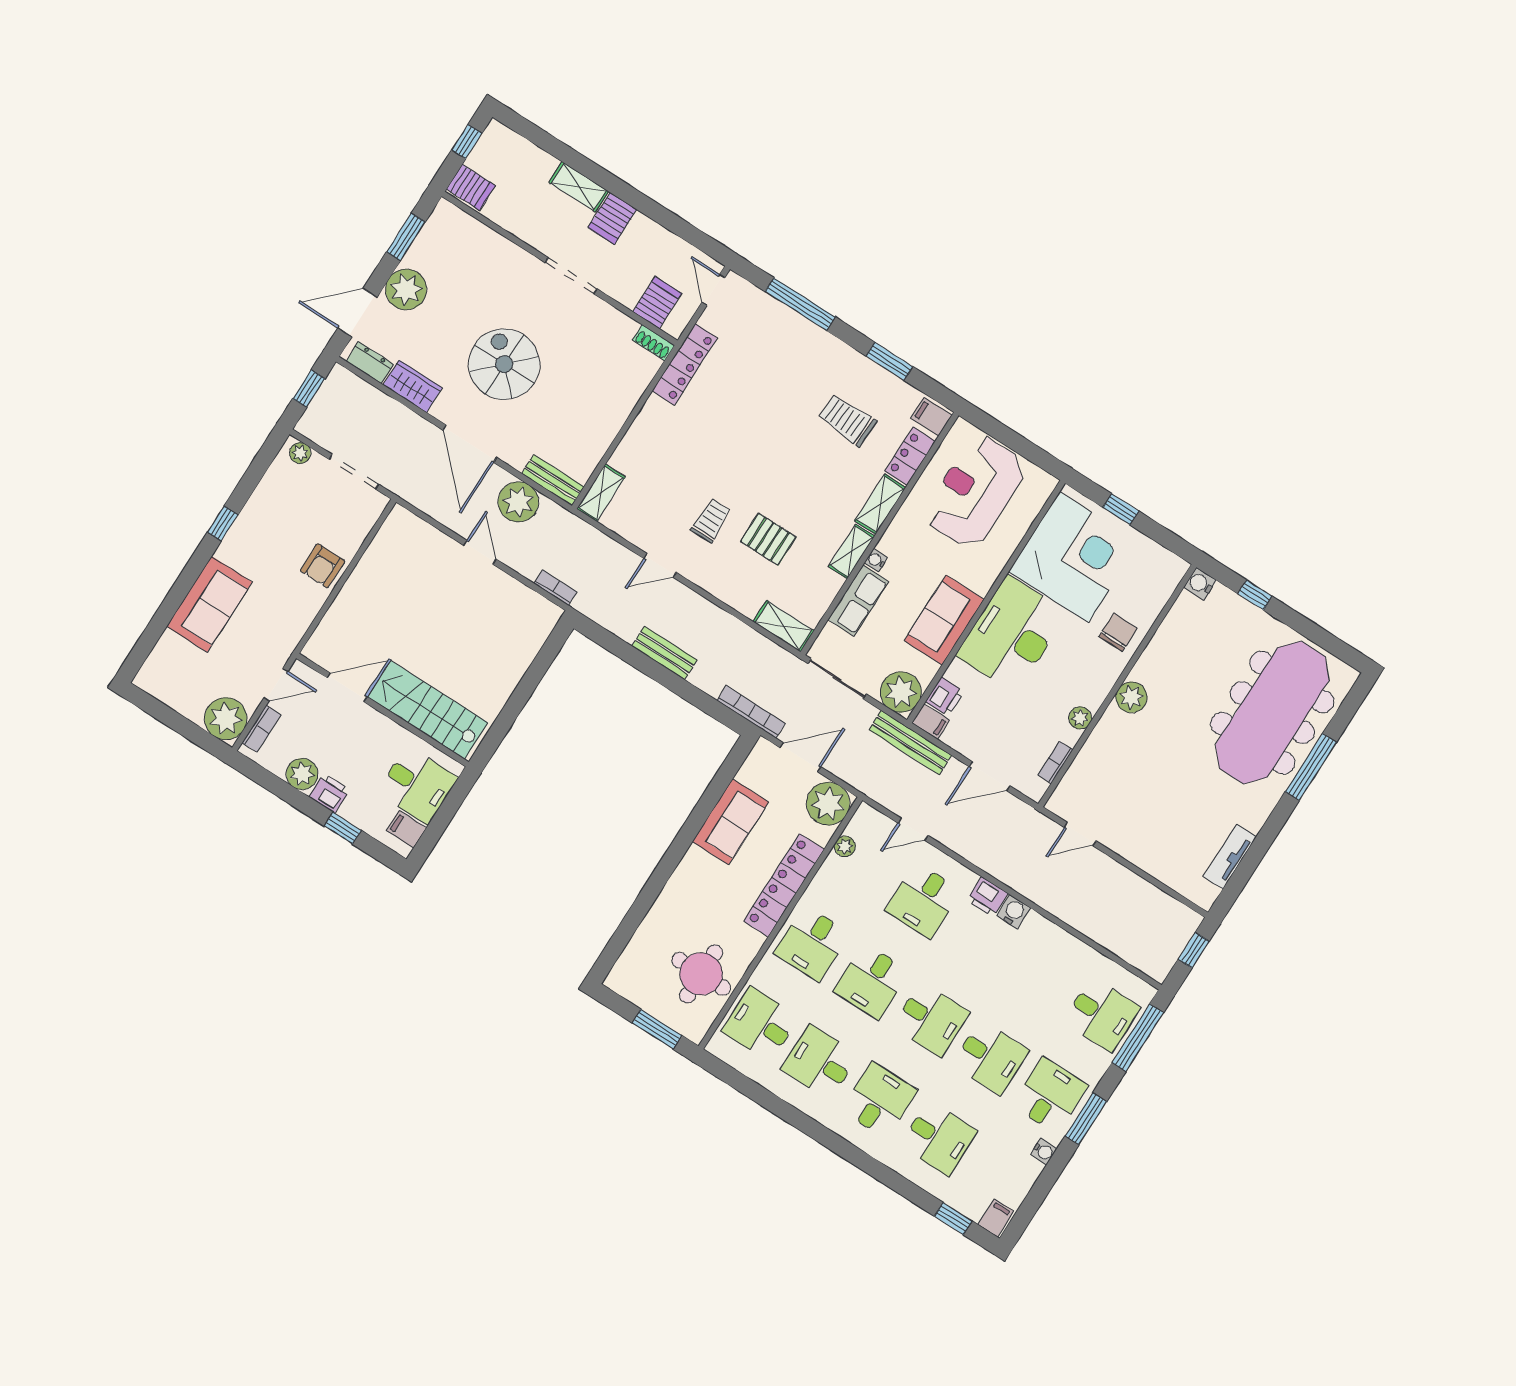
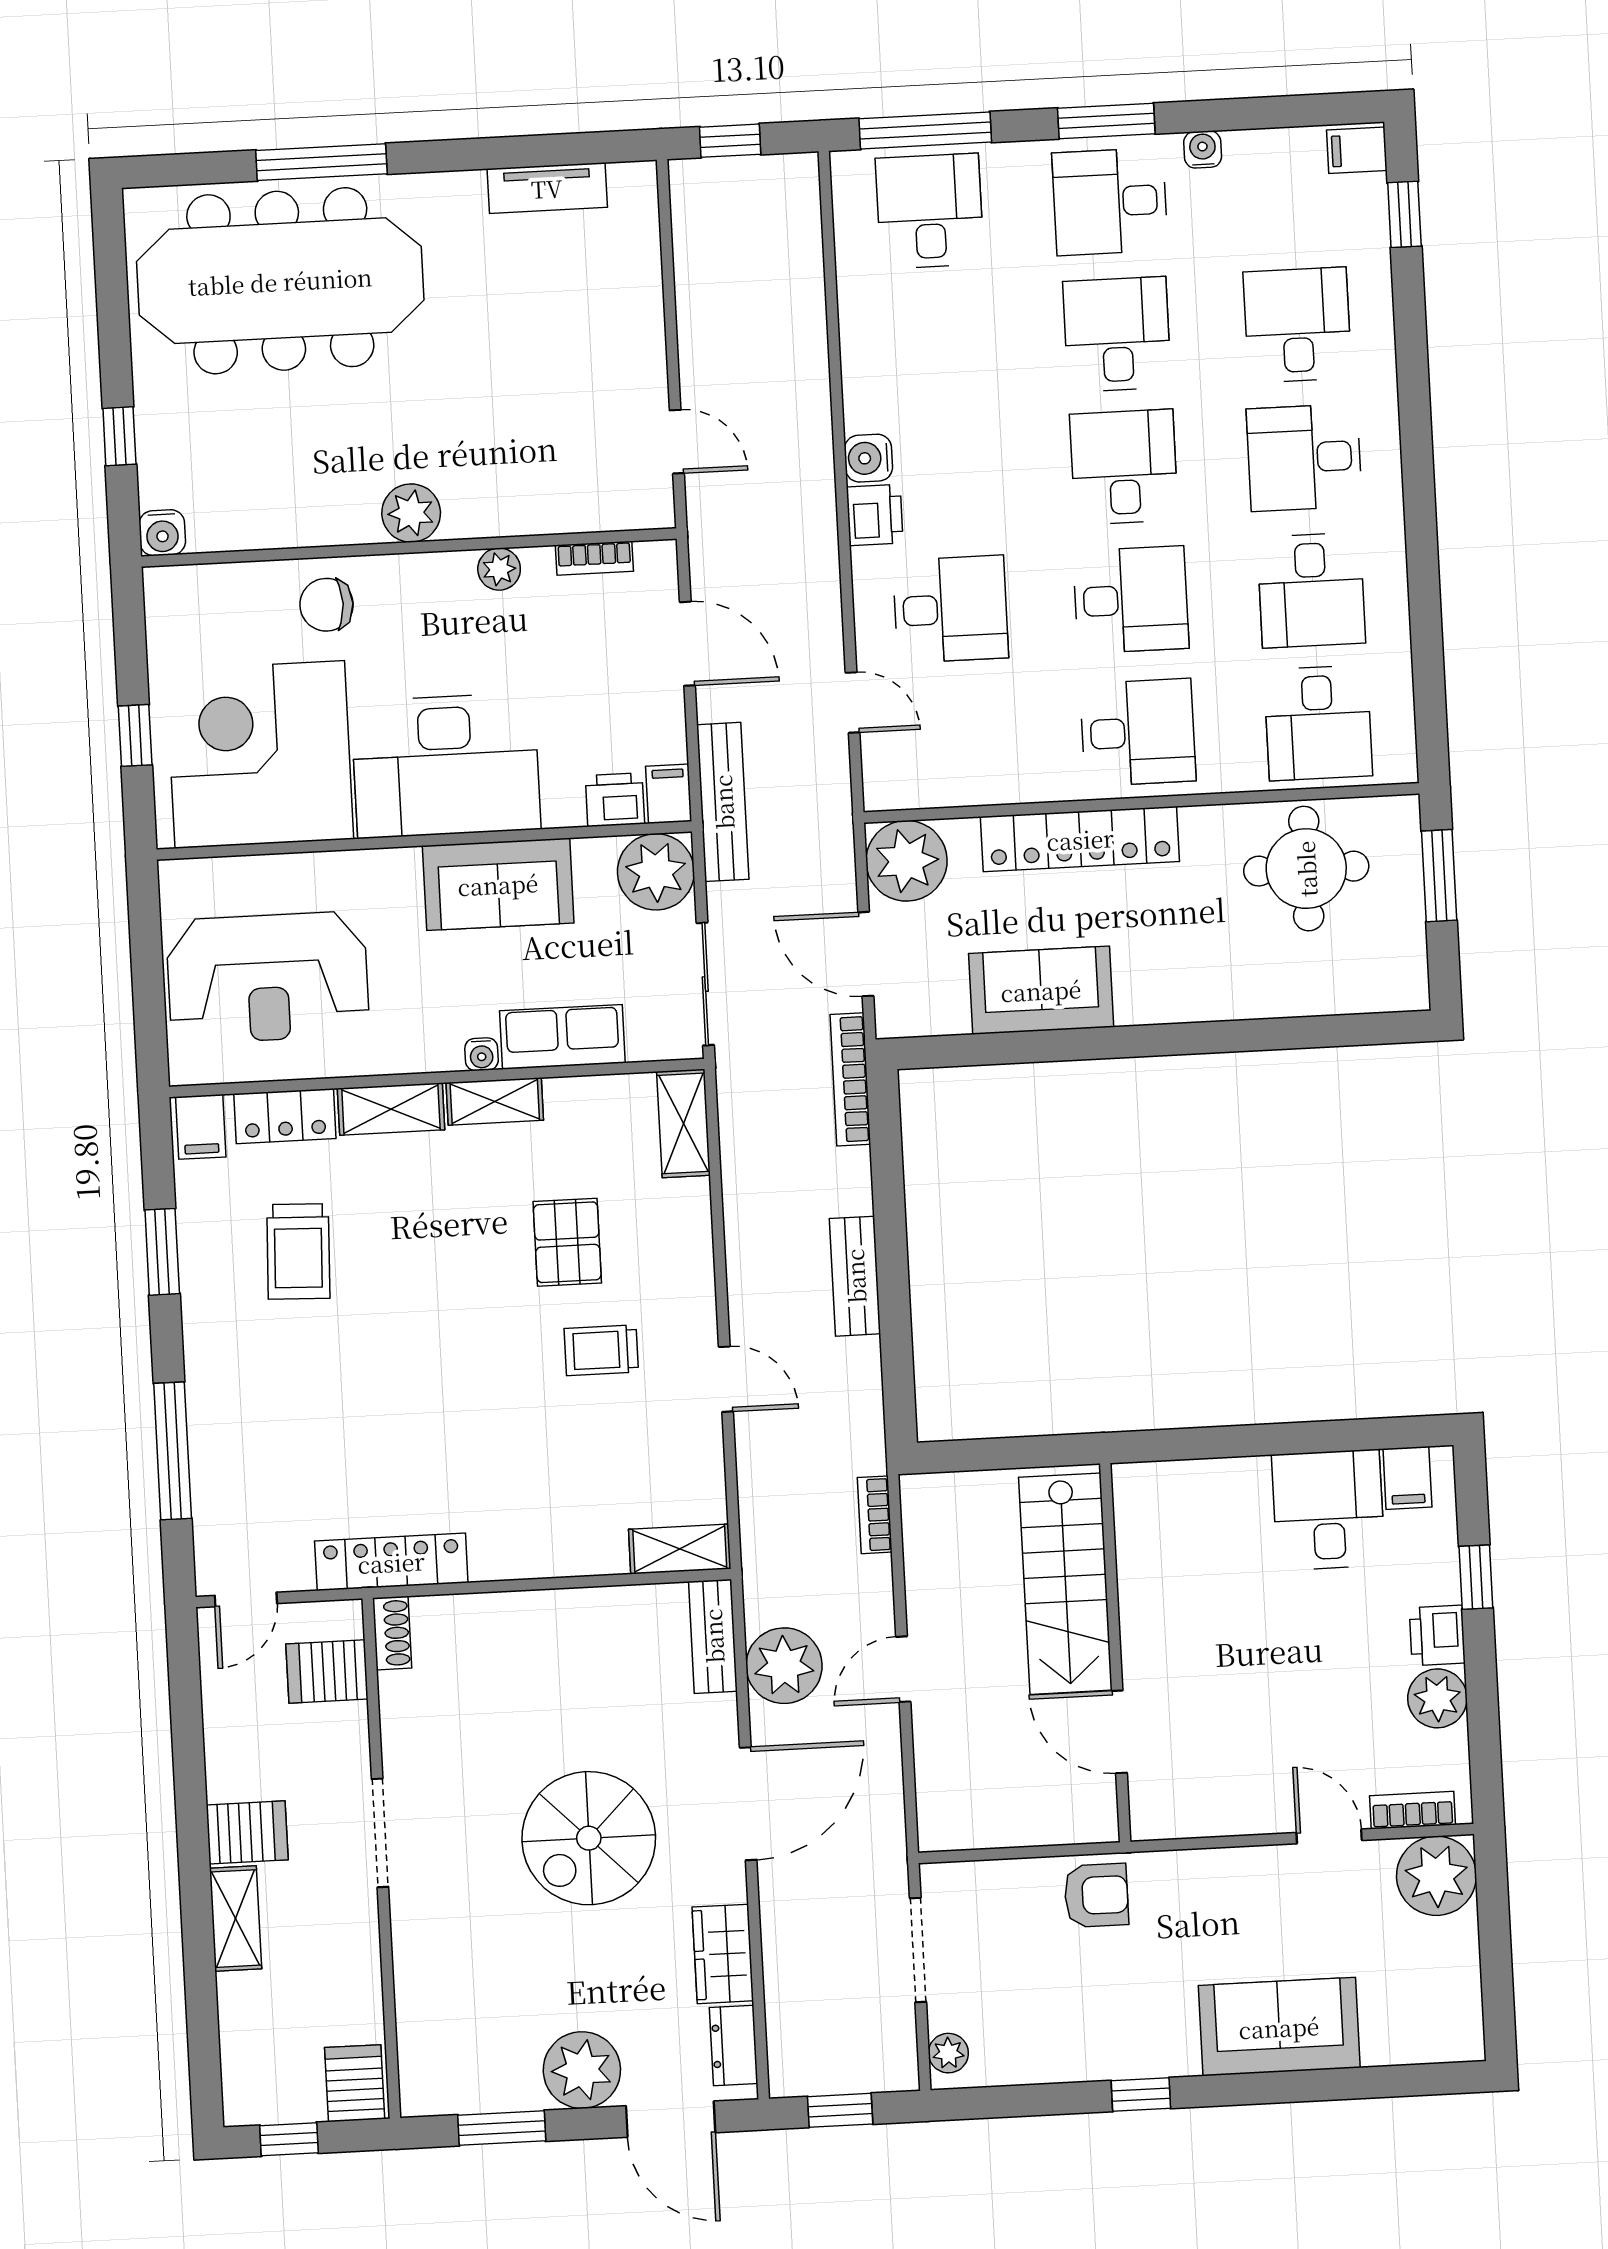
door: (347, 687) -> (1119, 1732), moved
wall: (382, 710) -> (1115, 1653), moved
stairs: (428, 710) -> (1065, 1584), moved
plant: (845, 846) -> (954, 788), removed

